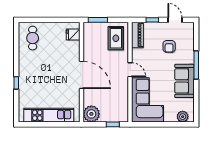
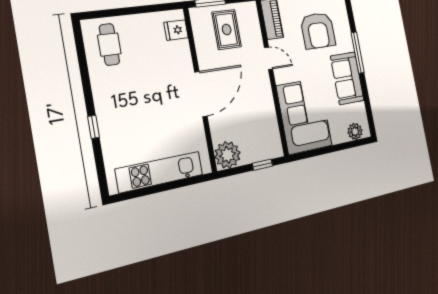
rug: (116, 38) -> (227, 30), moved
armchair: (169, 46) -> (318, 31), width x1.88, depth x1.88
door: (130, 70) -> (268, 58), moved
door: (81, 75) -> (201, 94), hinge flipped

